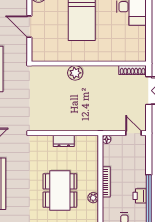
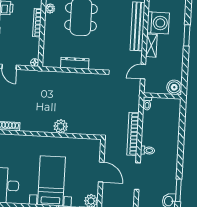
dresser: (64, 141) -> (75, 63), width x1.44

